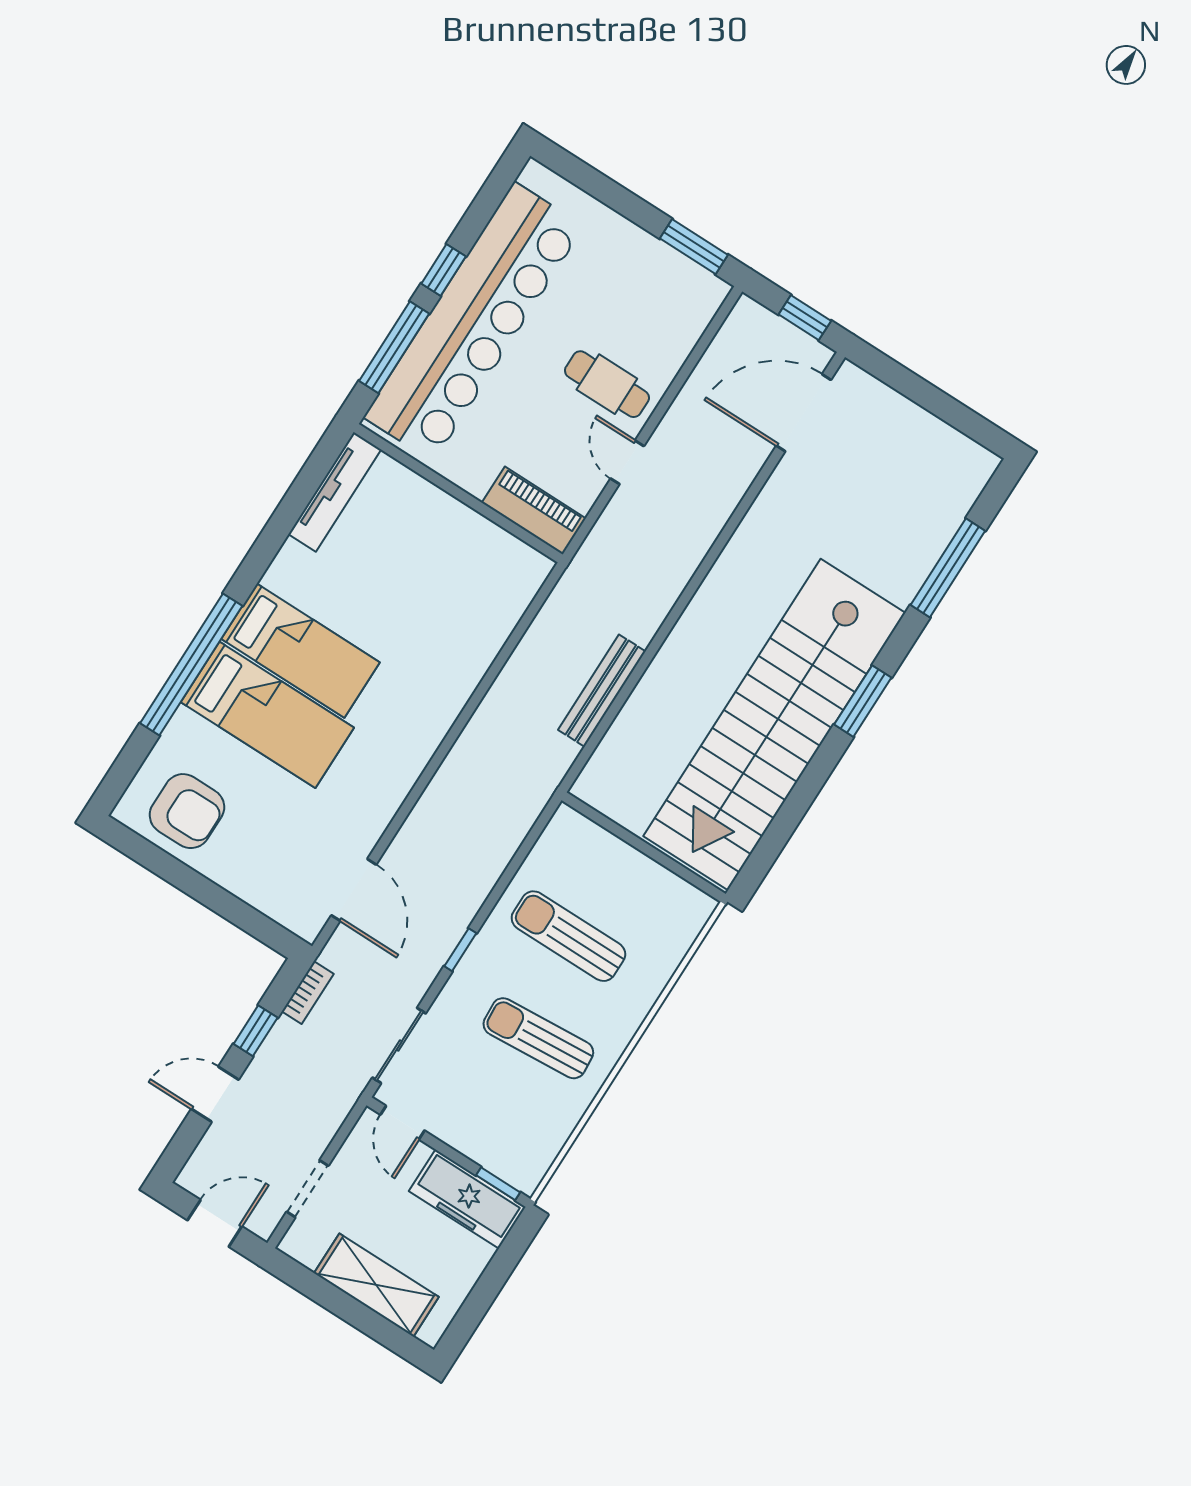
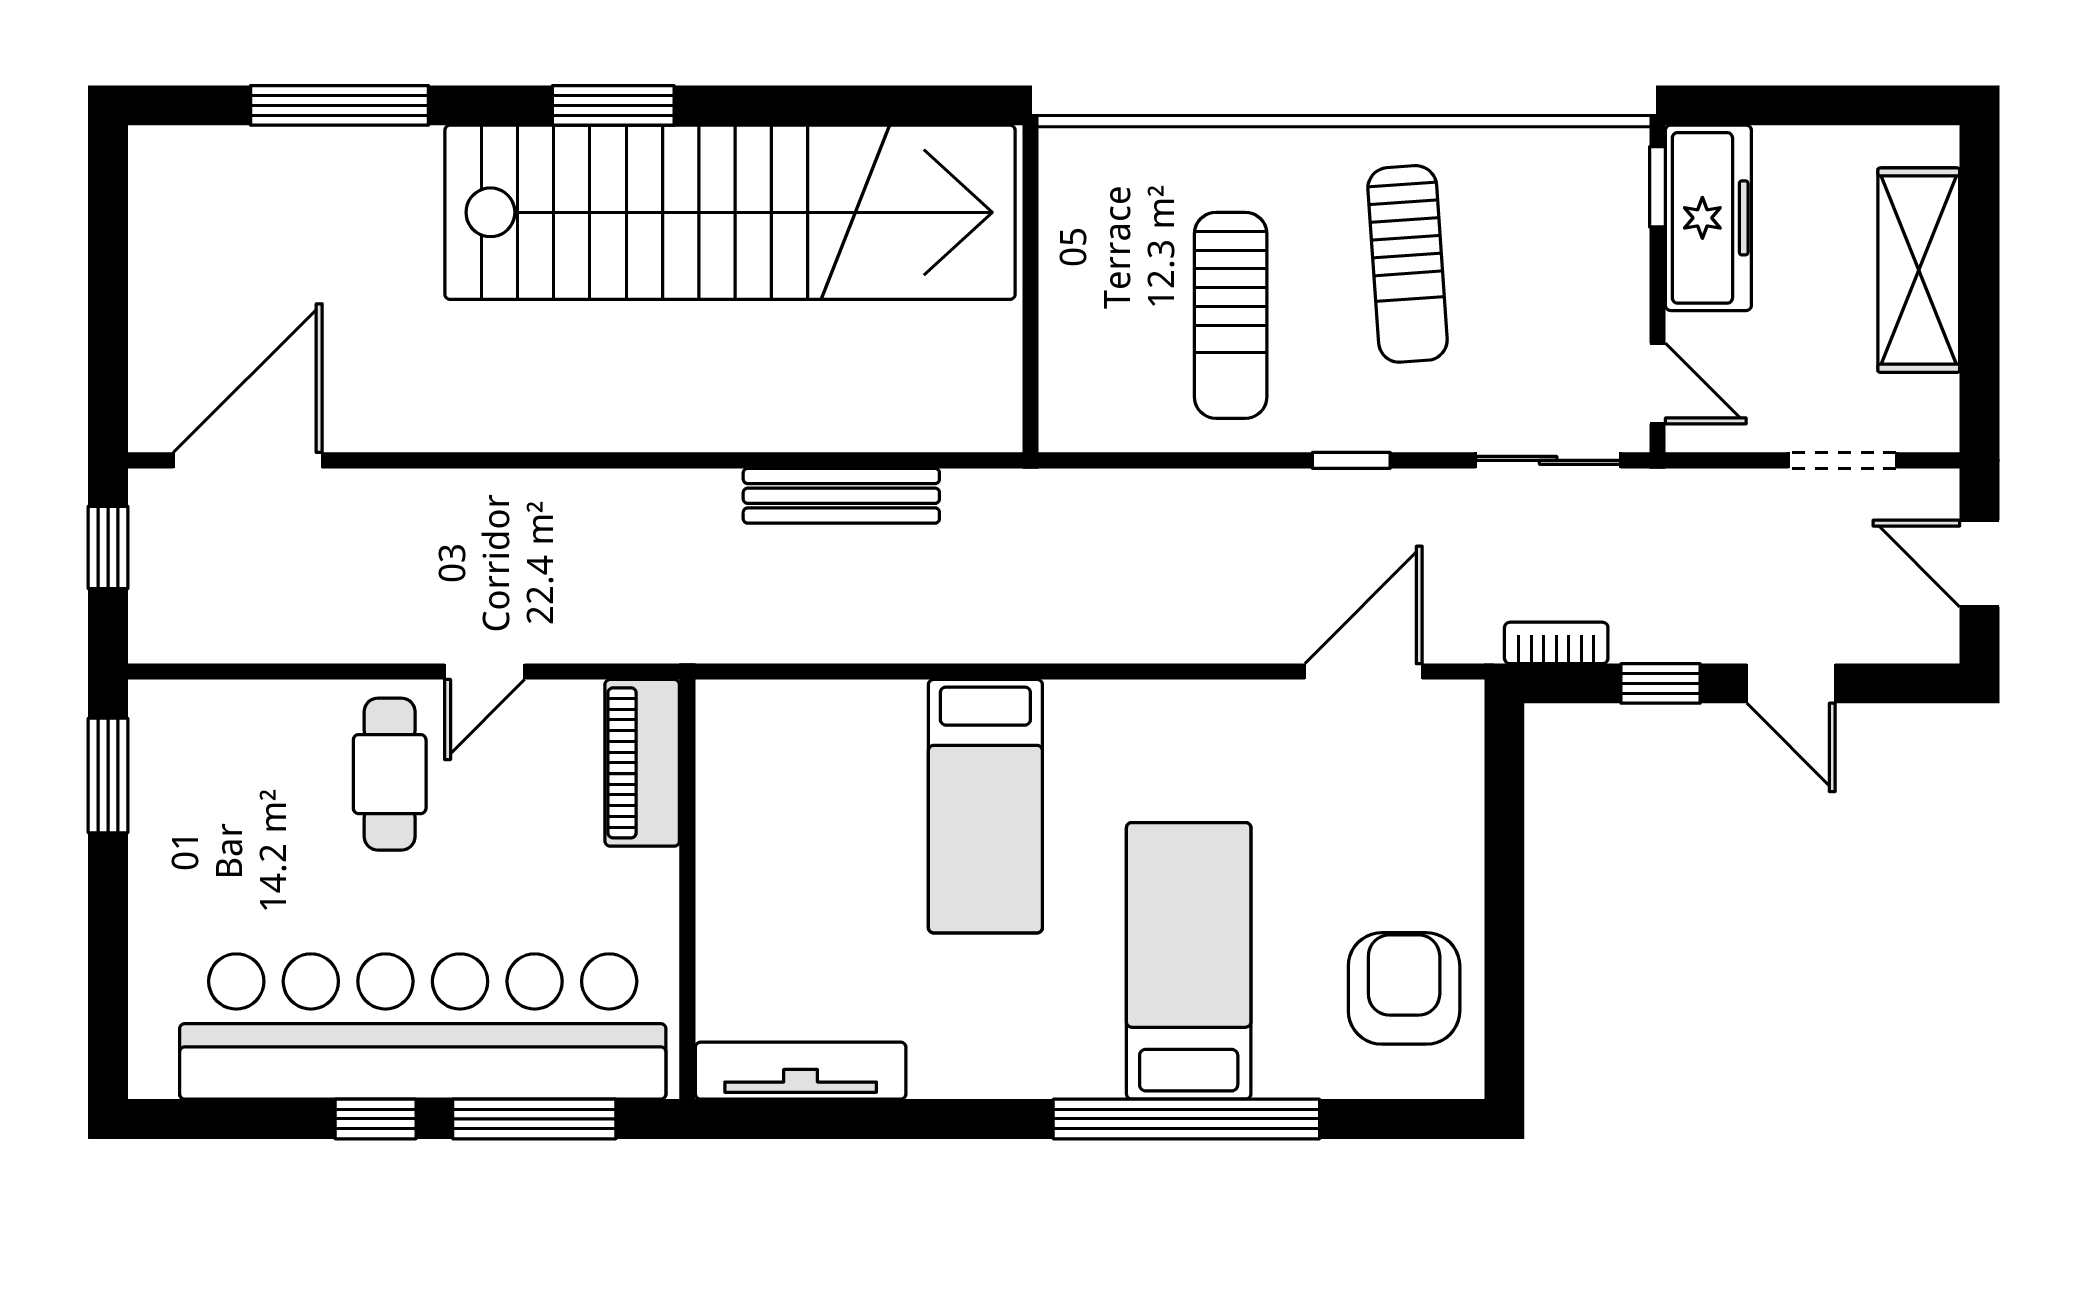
door: (804, 413) -> (248, 460), swing flipped
bed: (300, 651) -> (985, 806), moved, turned 180
door: (402, 1123) -> (1657, 383), hinge flipped

